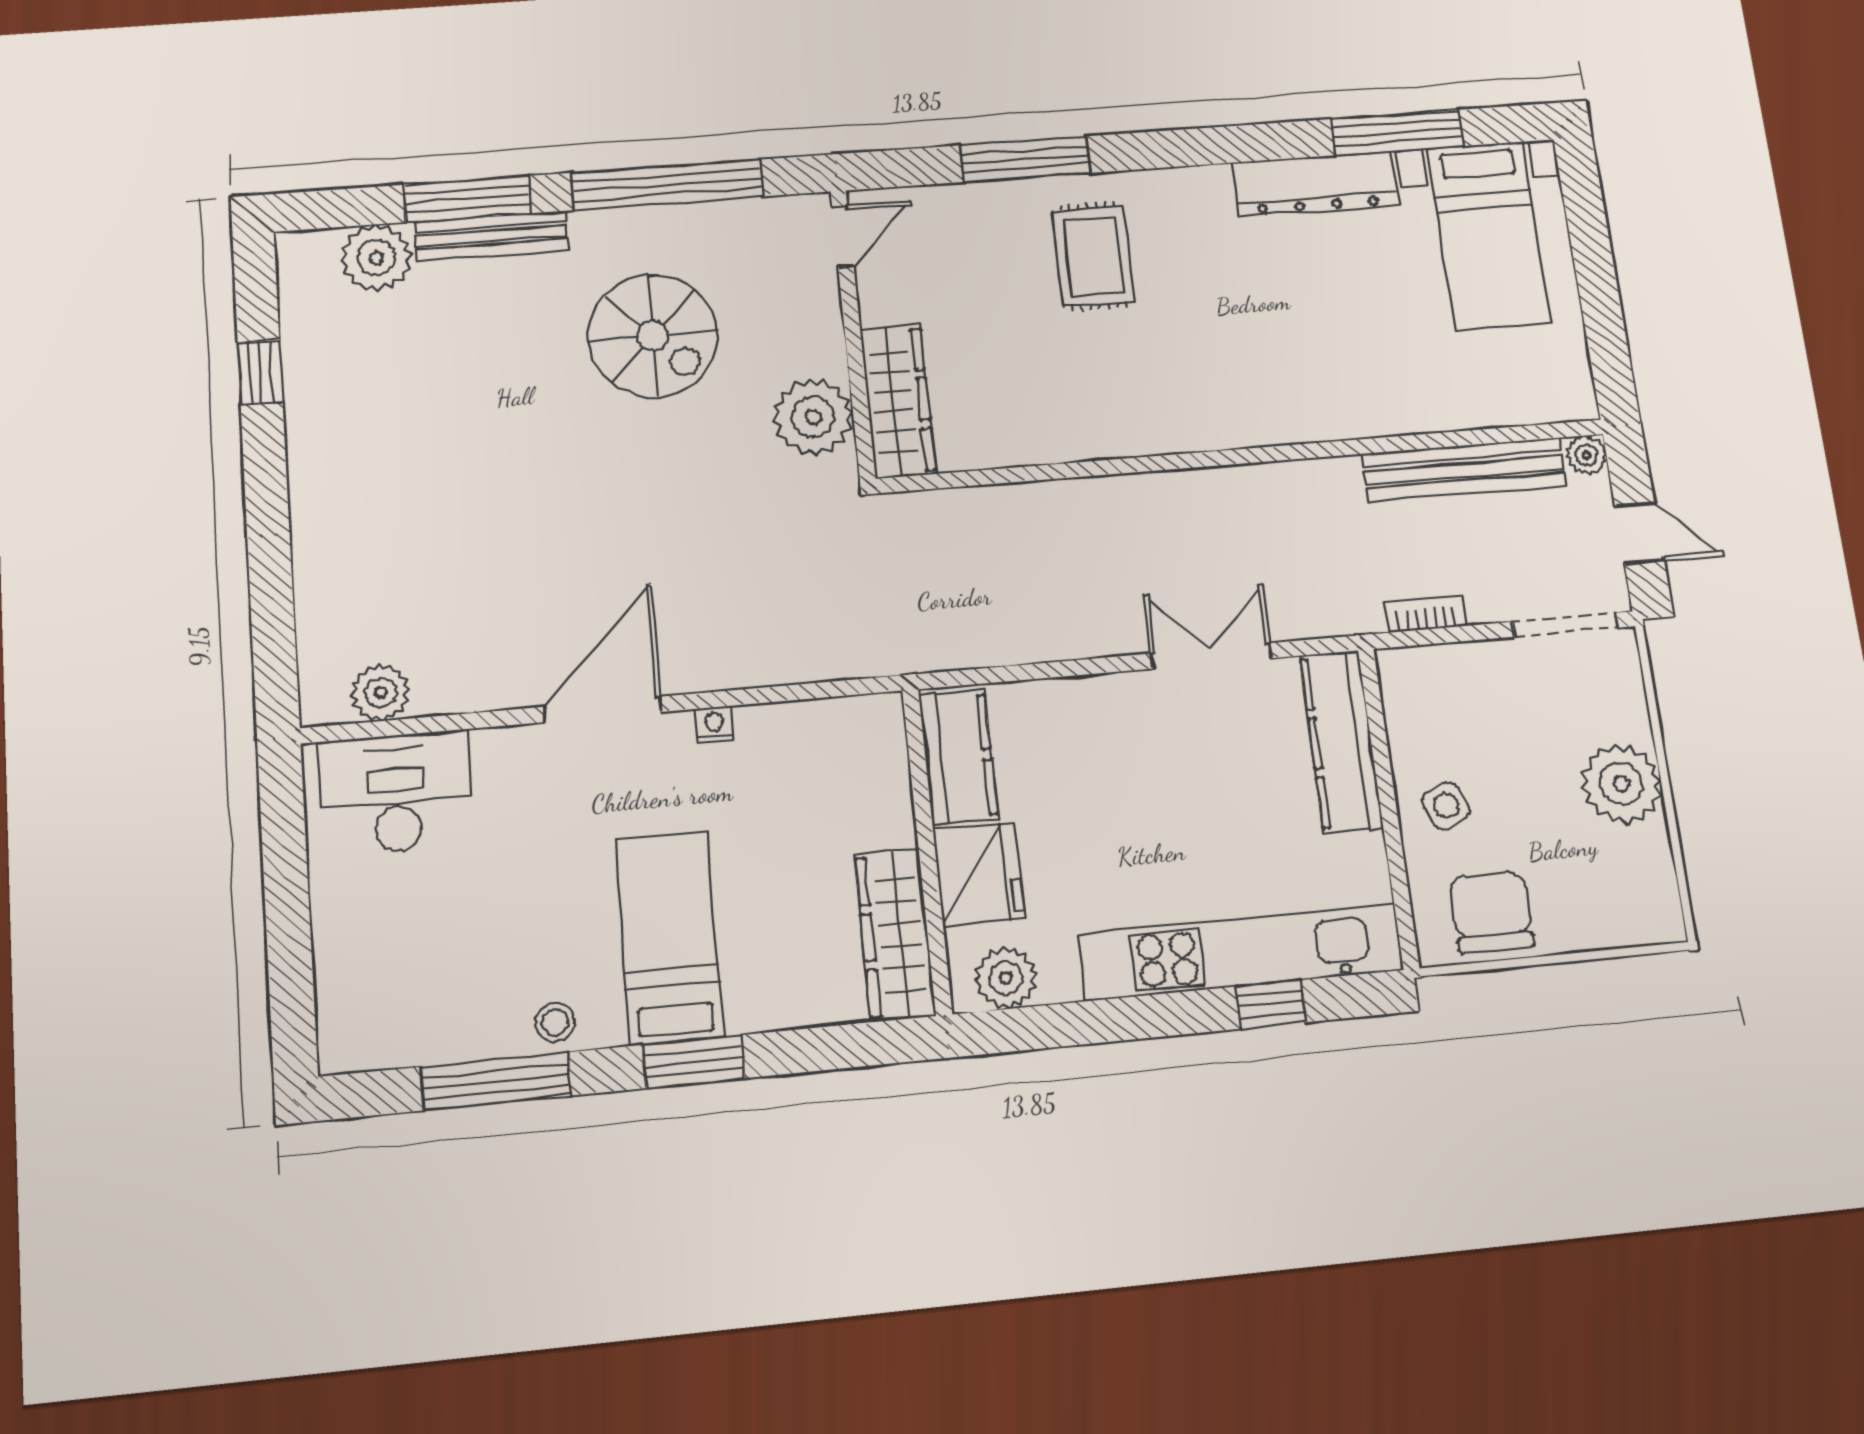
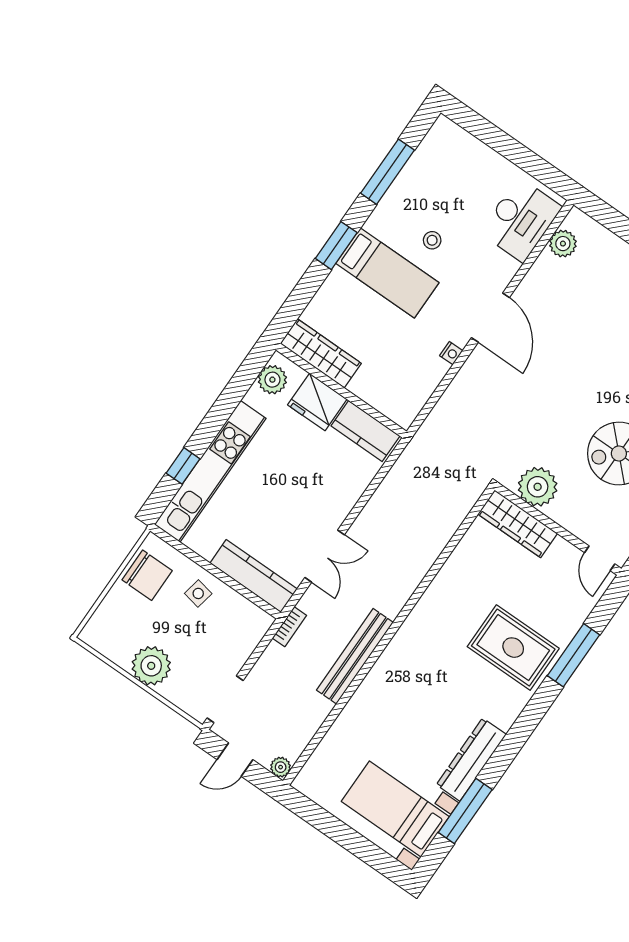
rug: (1093, 256) -> (513, 648), width x1.36, depth x1.43
bench: (1464, 470) -> (355, 656), moved
bookcase: (1426, 614) -> (289, 627), moved
side table: (1446, 806) -> (198, 593), turned 34
stool: (555, 1022) -> (432, 240), moved

